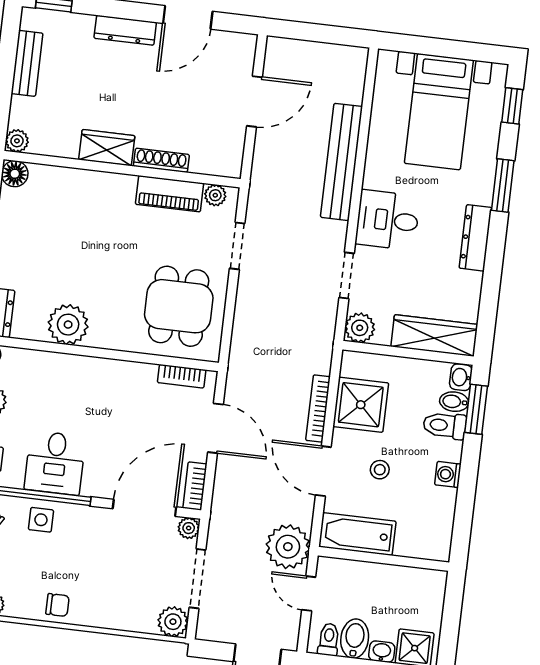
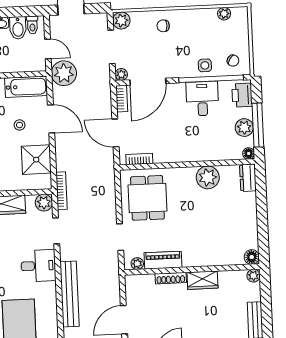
bookcase: (318, 409) -> (62, 191), moved
chair: (58, 605) -> (163, 26), moved

